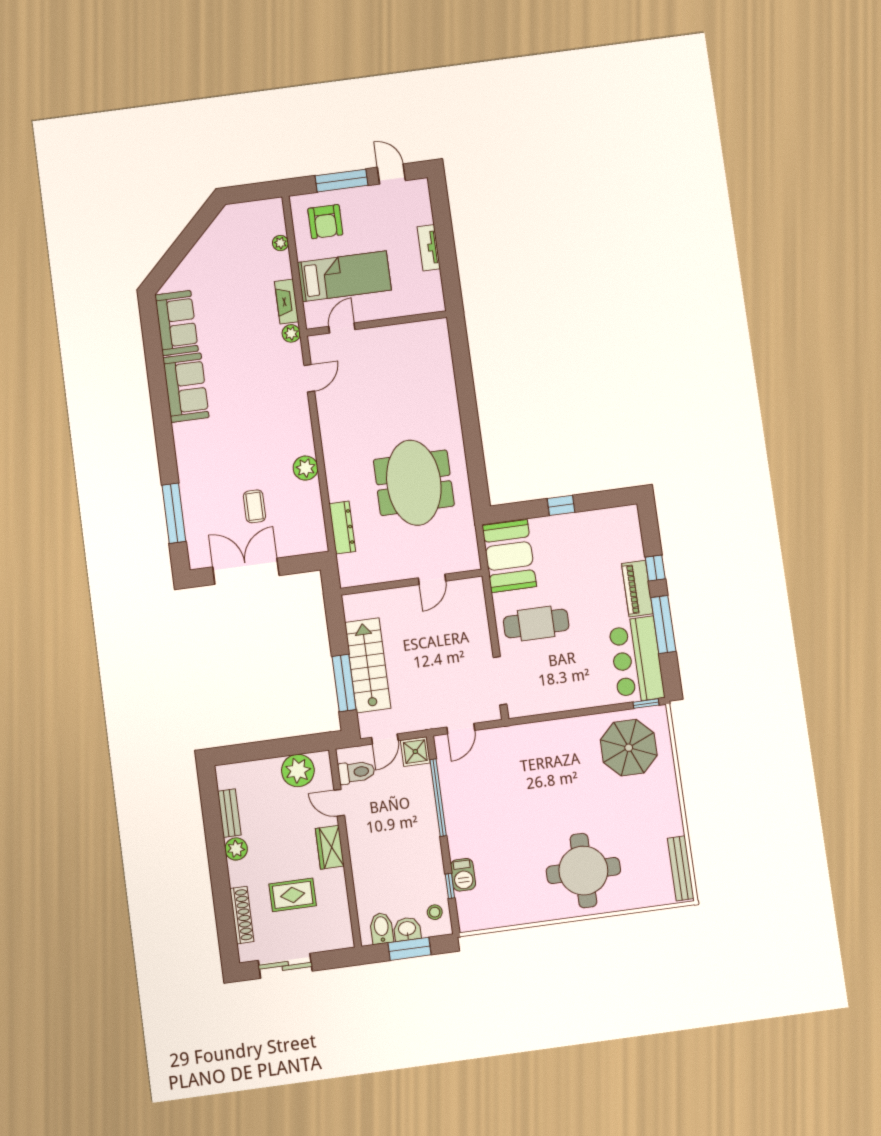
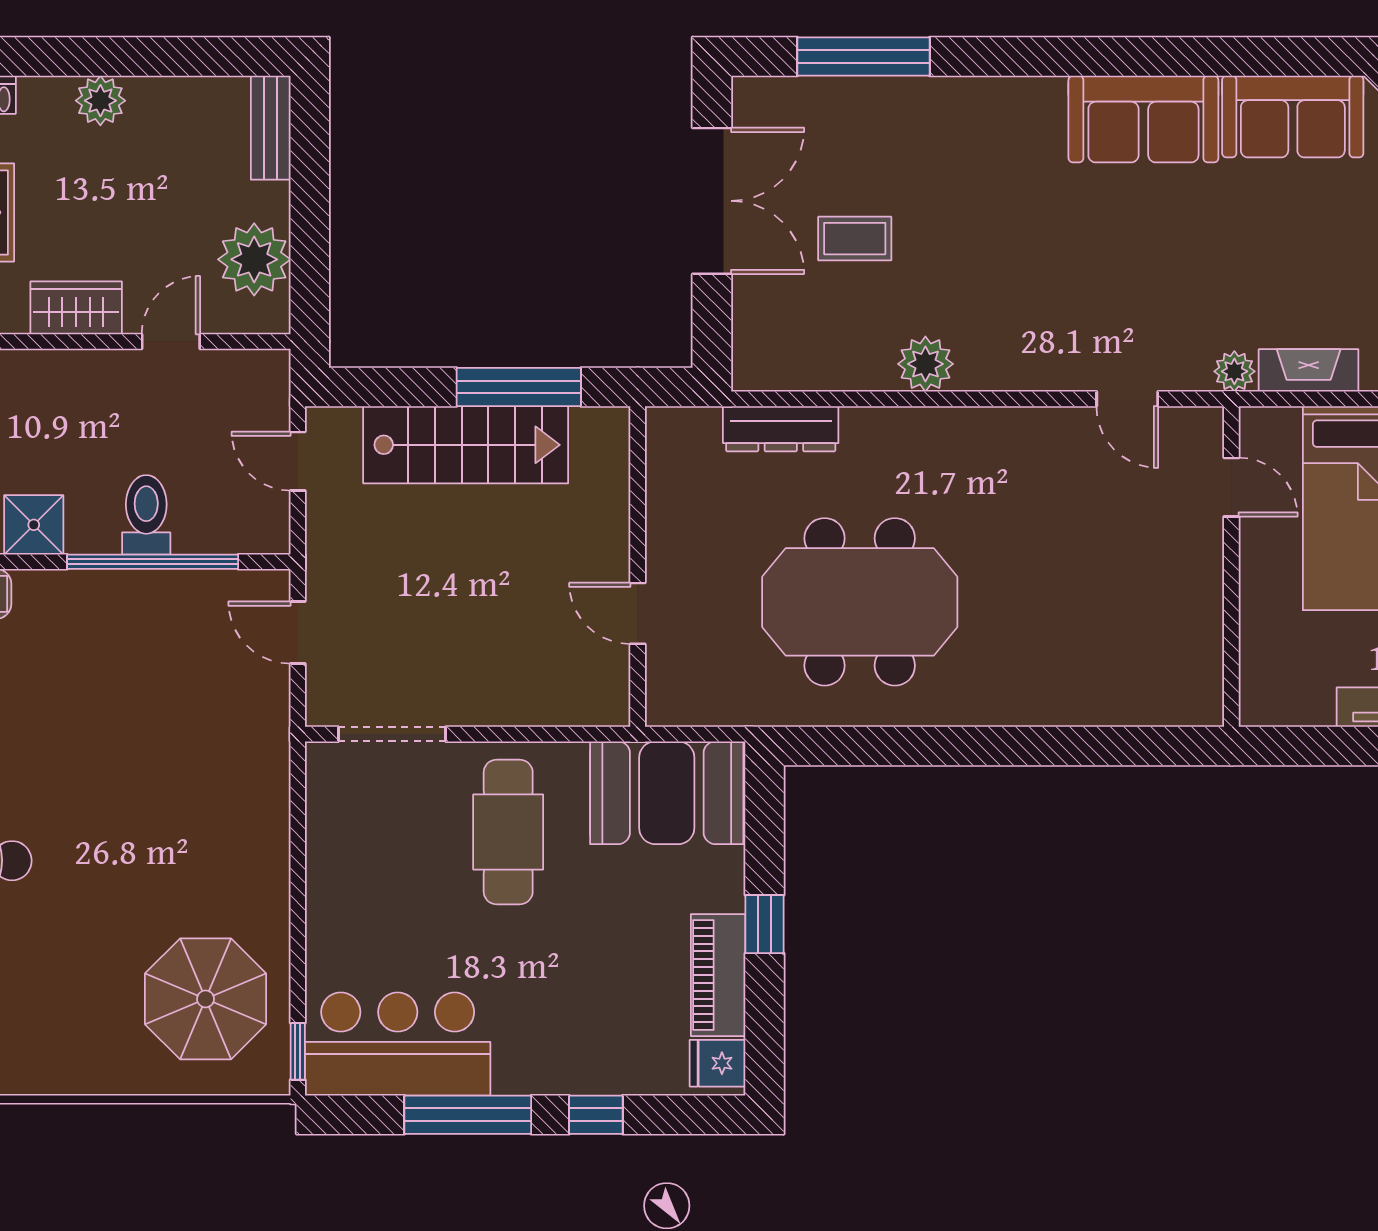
fridge: (625, 518) -> (718, 1063), added
piano: (637, 589) -> (718, 975), moved, turned -90
window: (344, 683) -> (519, 387), moved
shower: (415, 752) -> (34, 525), moved
toilet: (356, 772) -> (146, 515), moved, turned 180
bench: (229, 813) -> (271, 128), moved, turned 90

